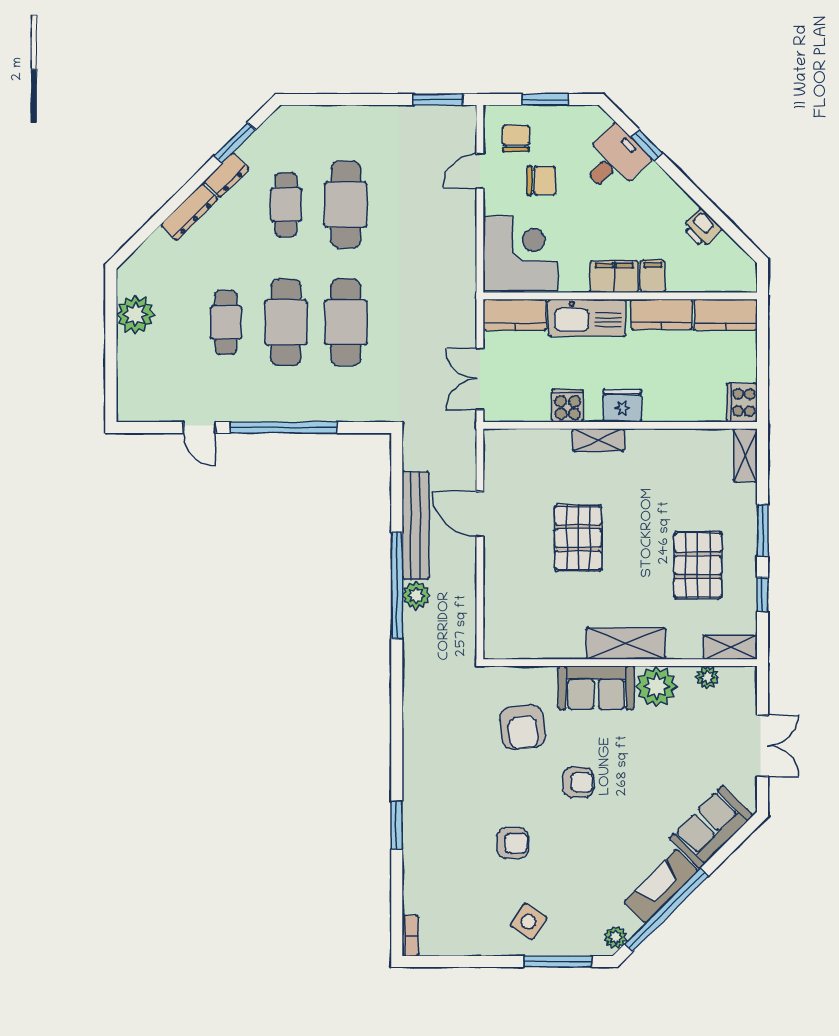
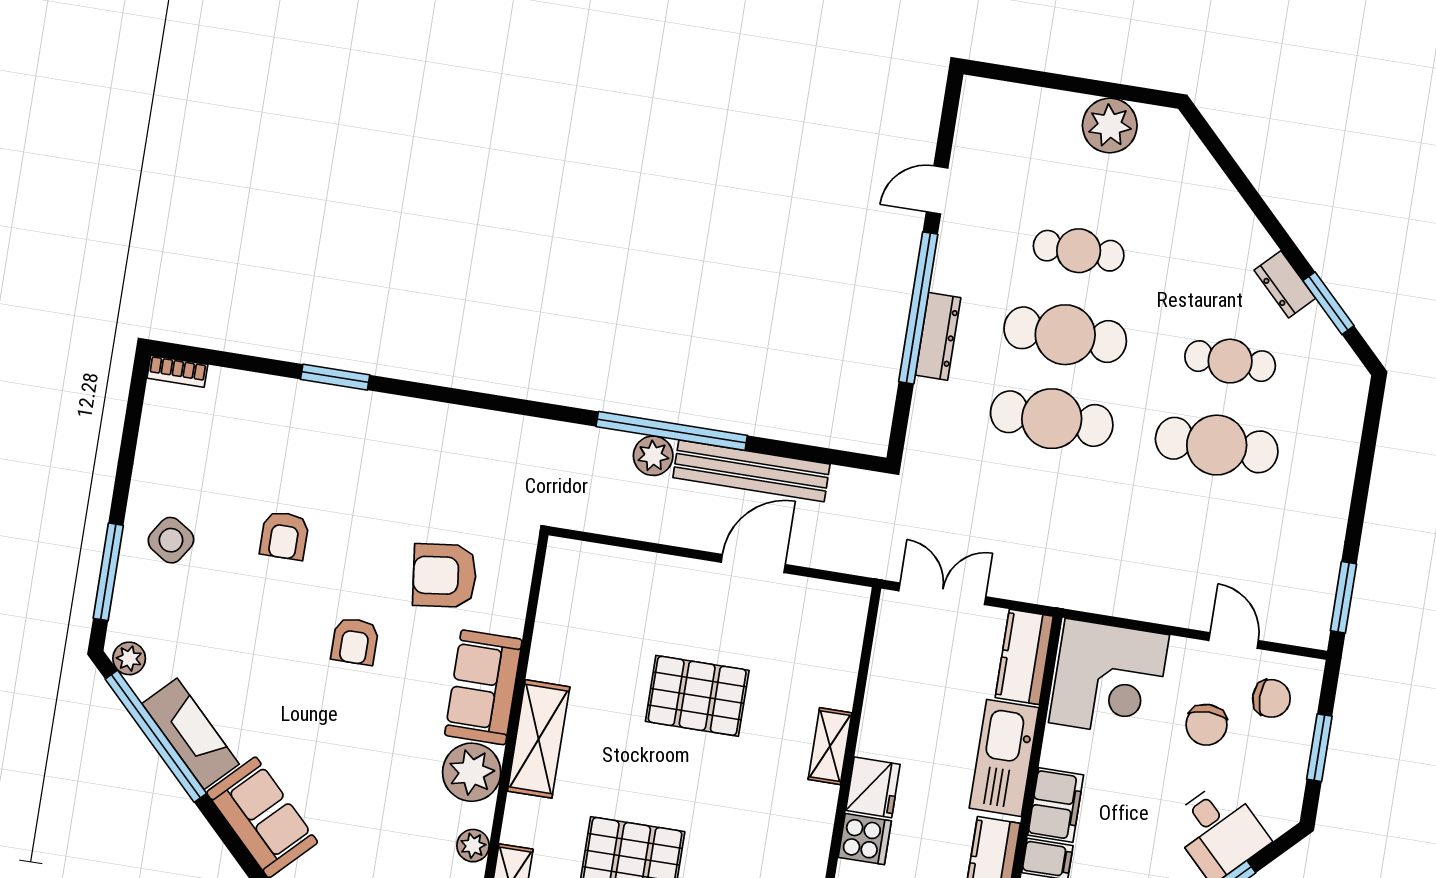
dresser: (189, 212) -> (938, 336), moved, turned -135
cooker: (568, 406) -> (865, 839), moved

